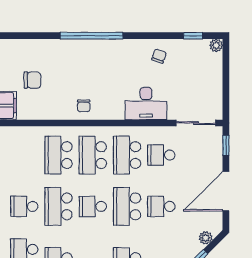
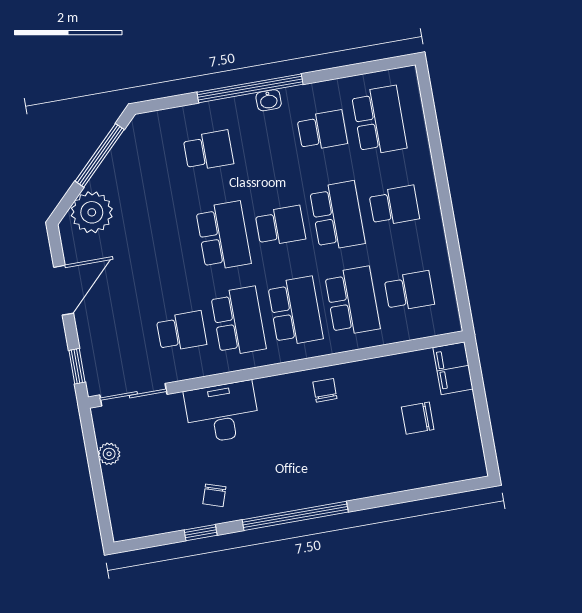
window: (91, 36) -> (295, 516), moved
window: (193, 36) -> (201, 533), moved
plant: (216, 45) -> (109, 454), moved
door: (226, 191) -> (64, 290), width x0.73
school desk: (161, 206) -> (409, 291), moved
plant: (206, 238) -> (92, 212), width x1.88, depth x1.88

